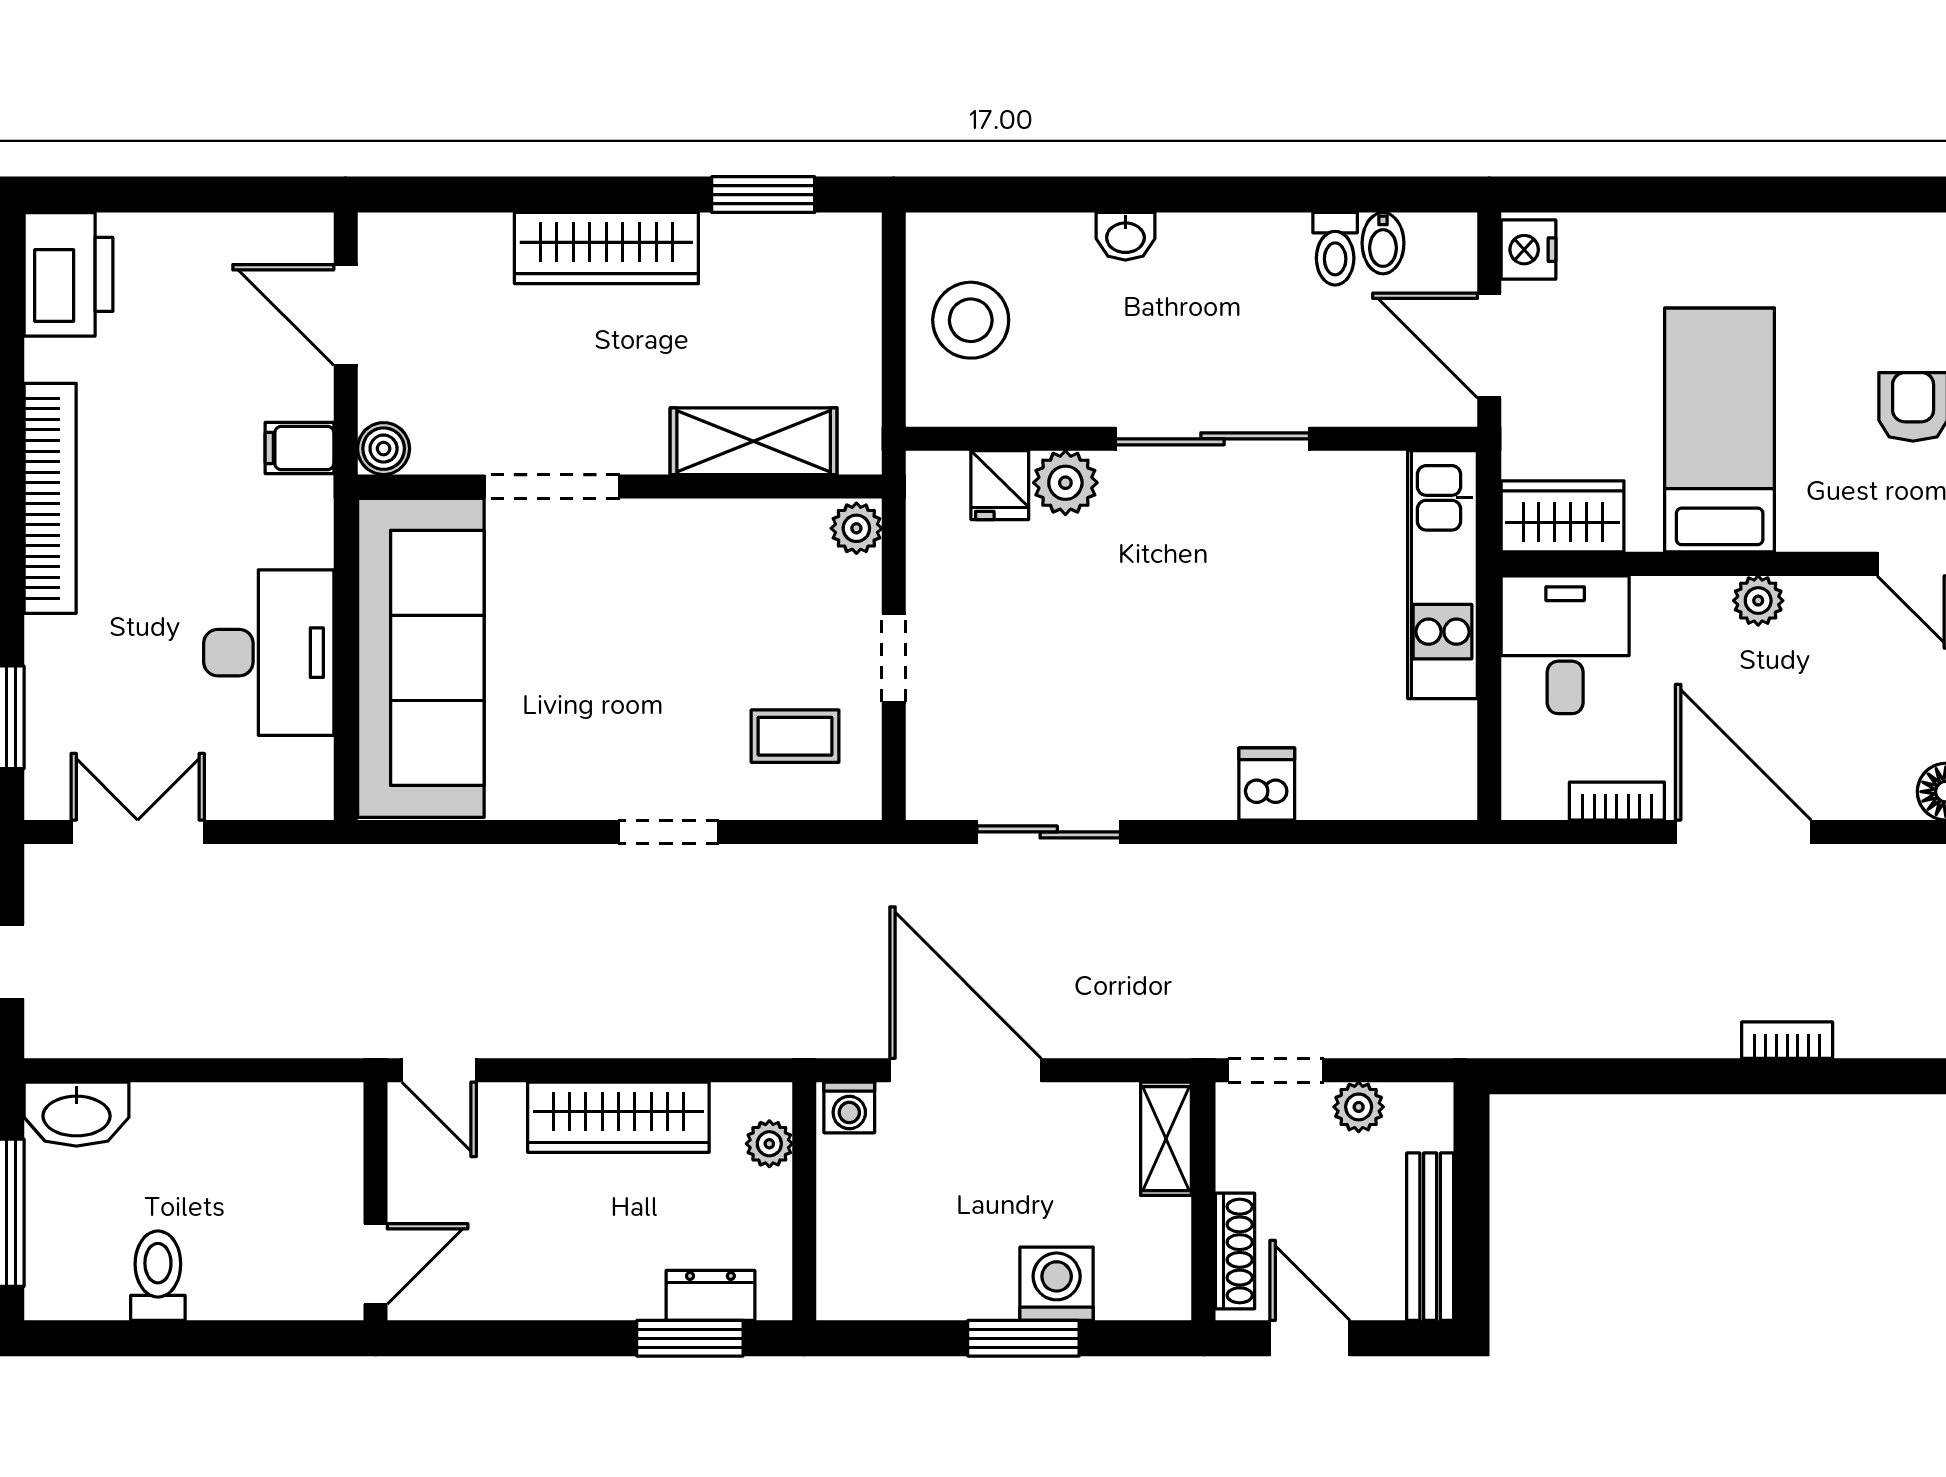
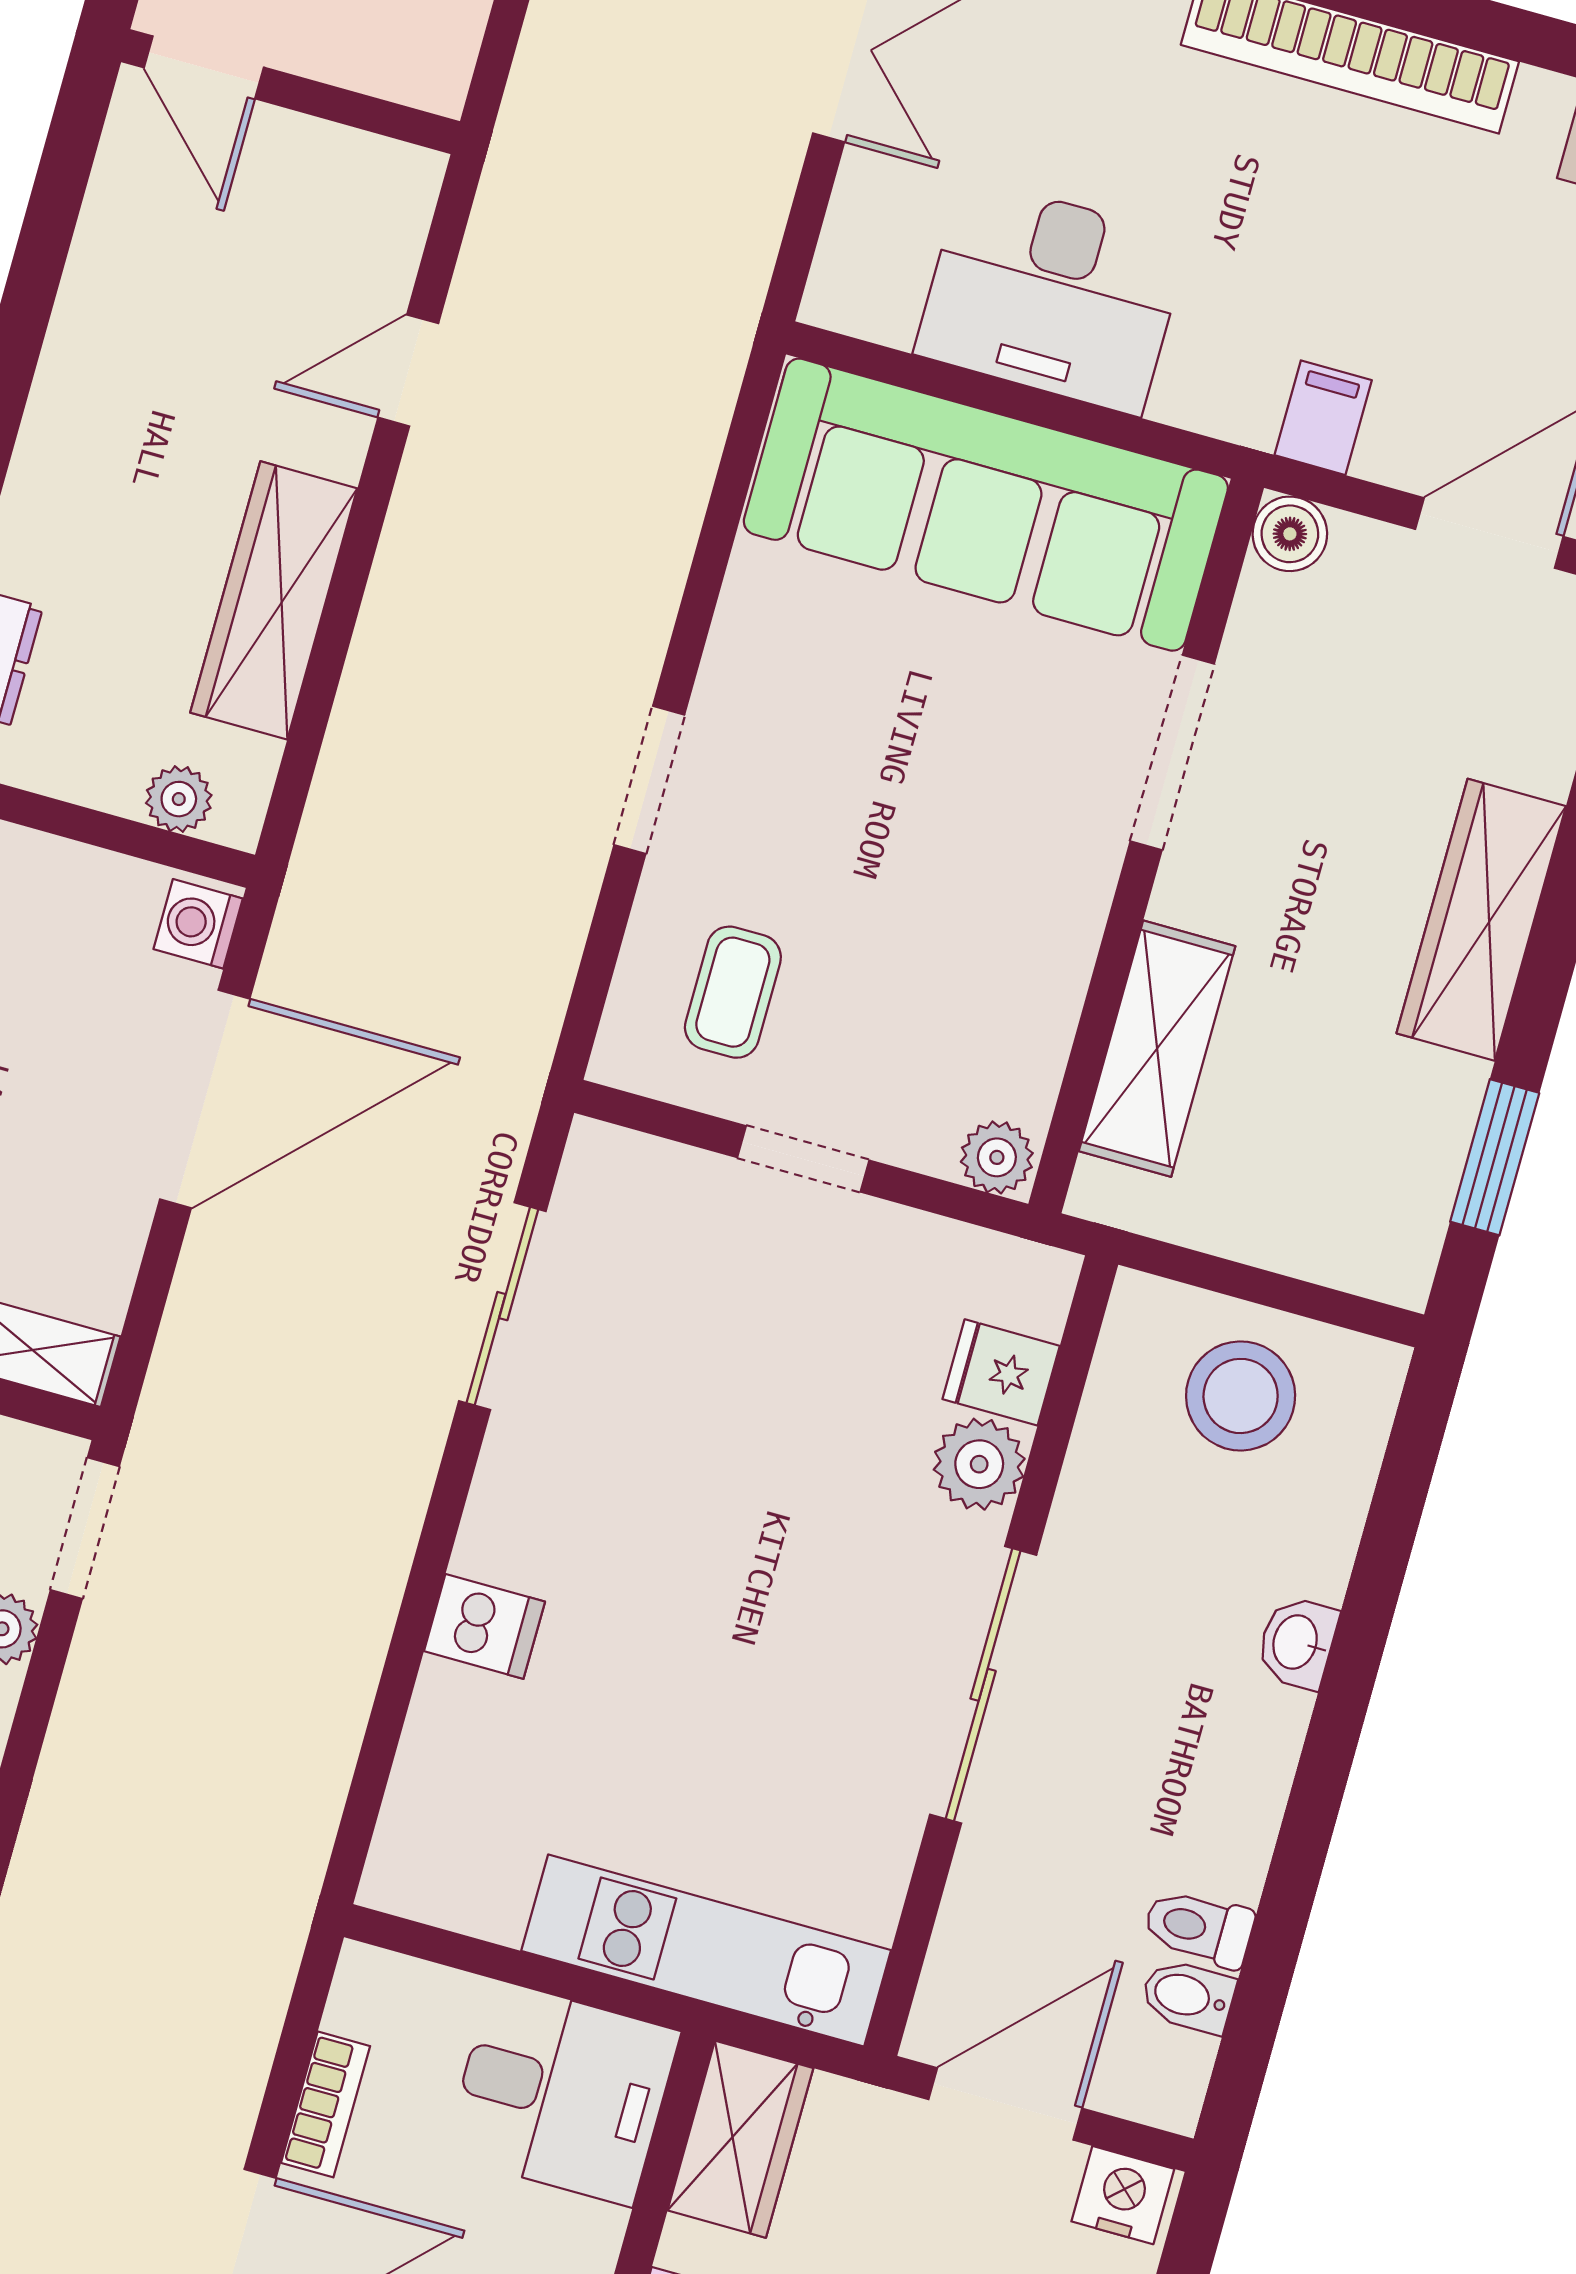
wall: (375, 1201) -> (291, 92), moved
door: (375, 1264) -> (204, 67), moved

